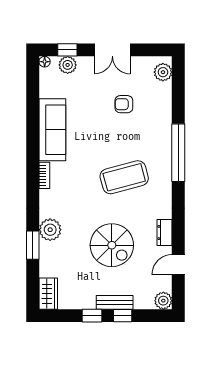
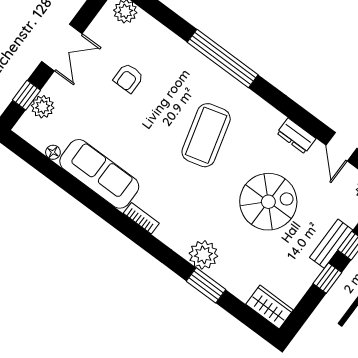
floor lamp: (45, 62) -> (53, 152), moved

